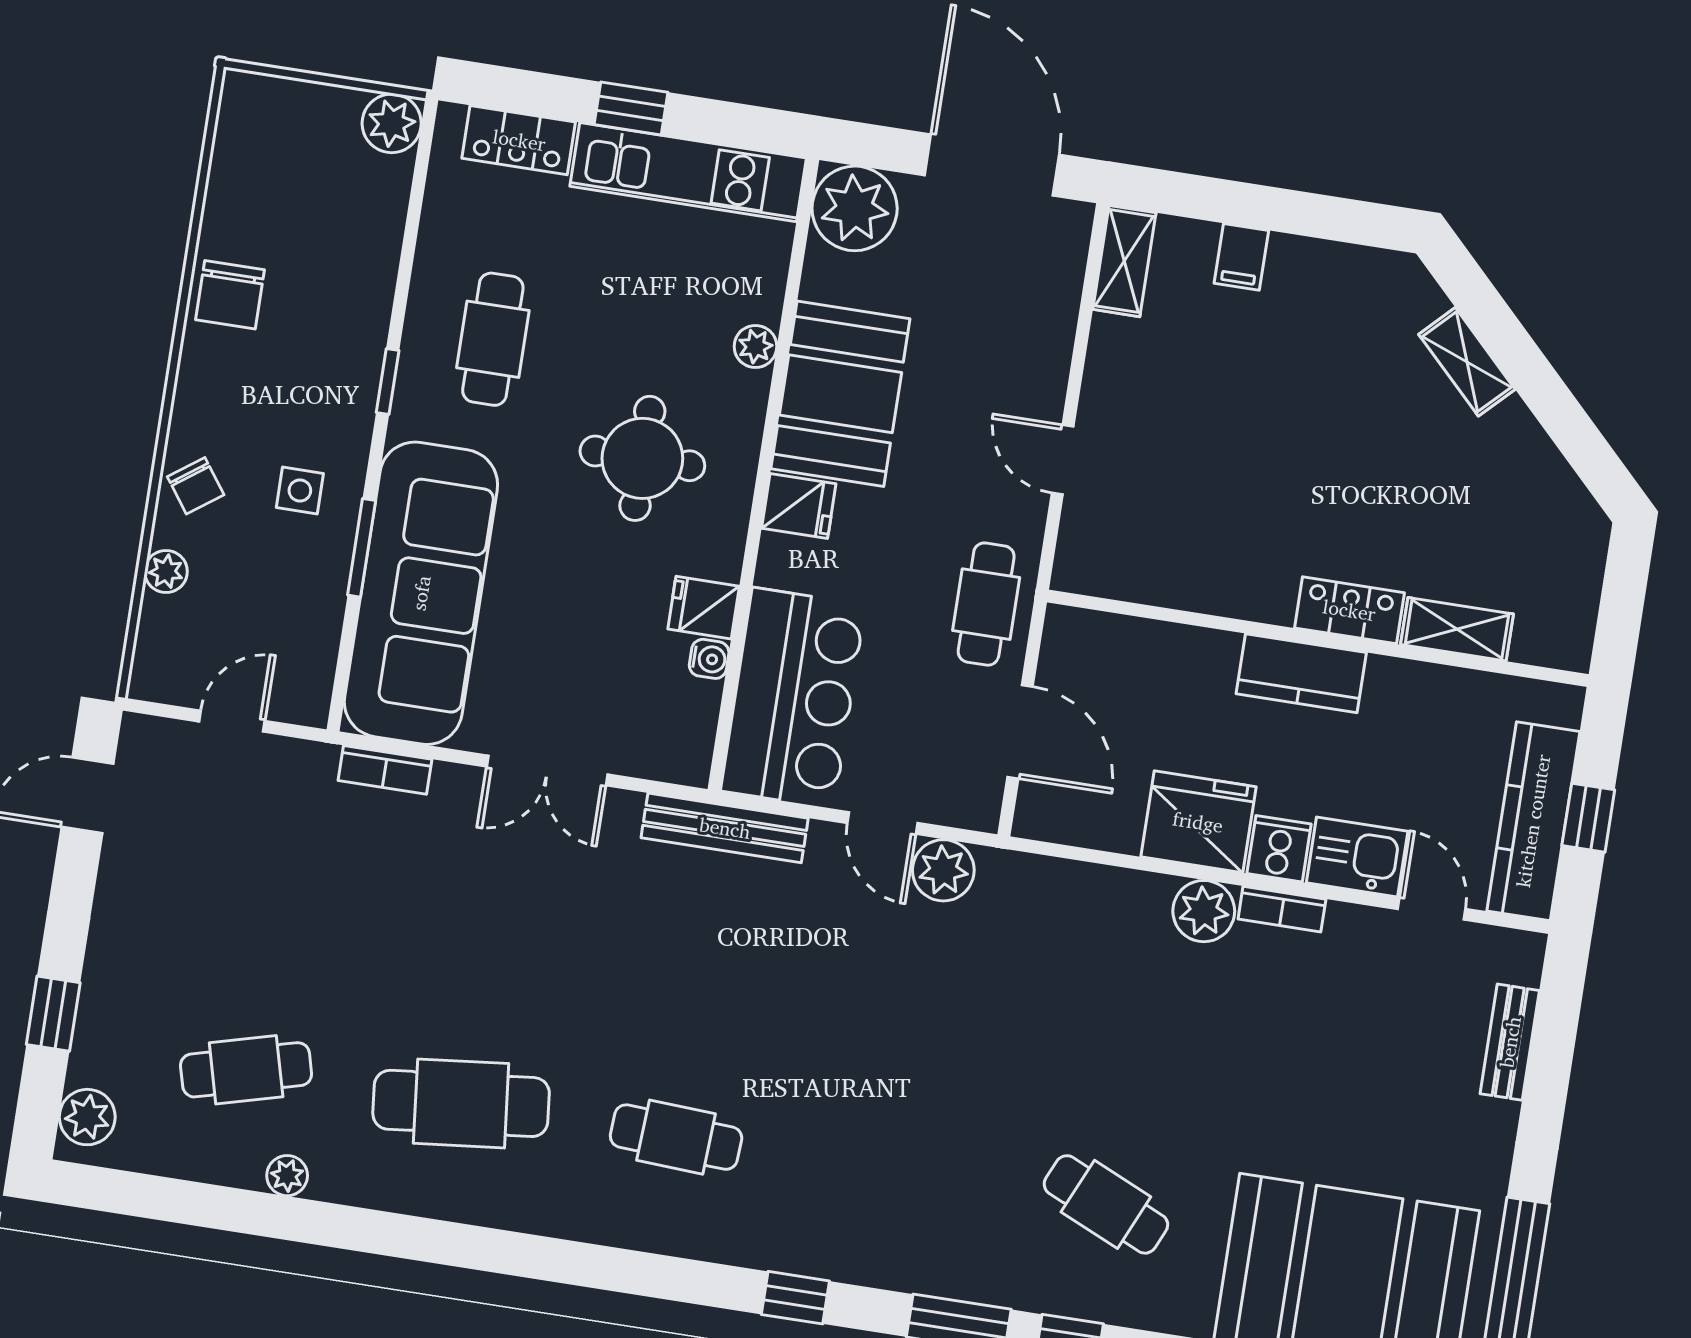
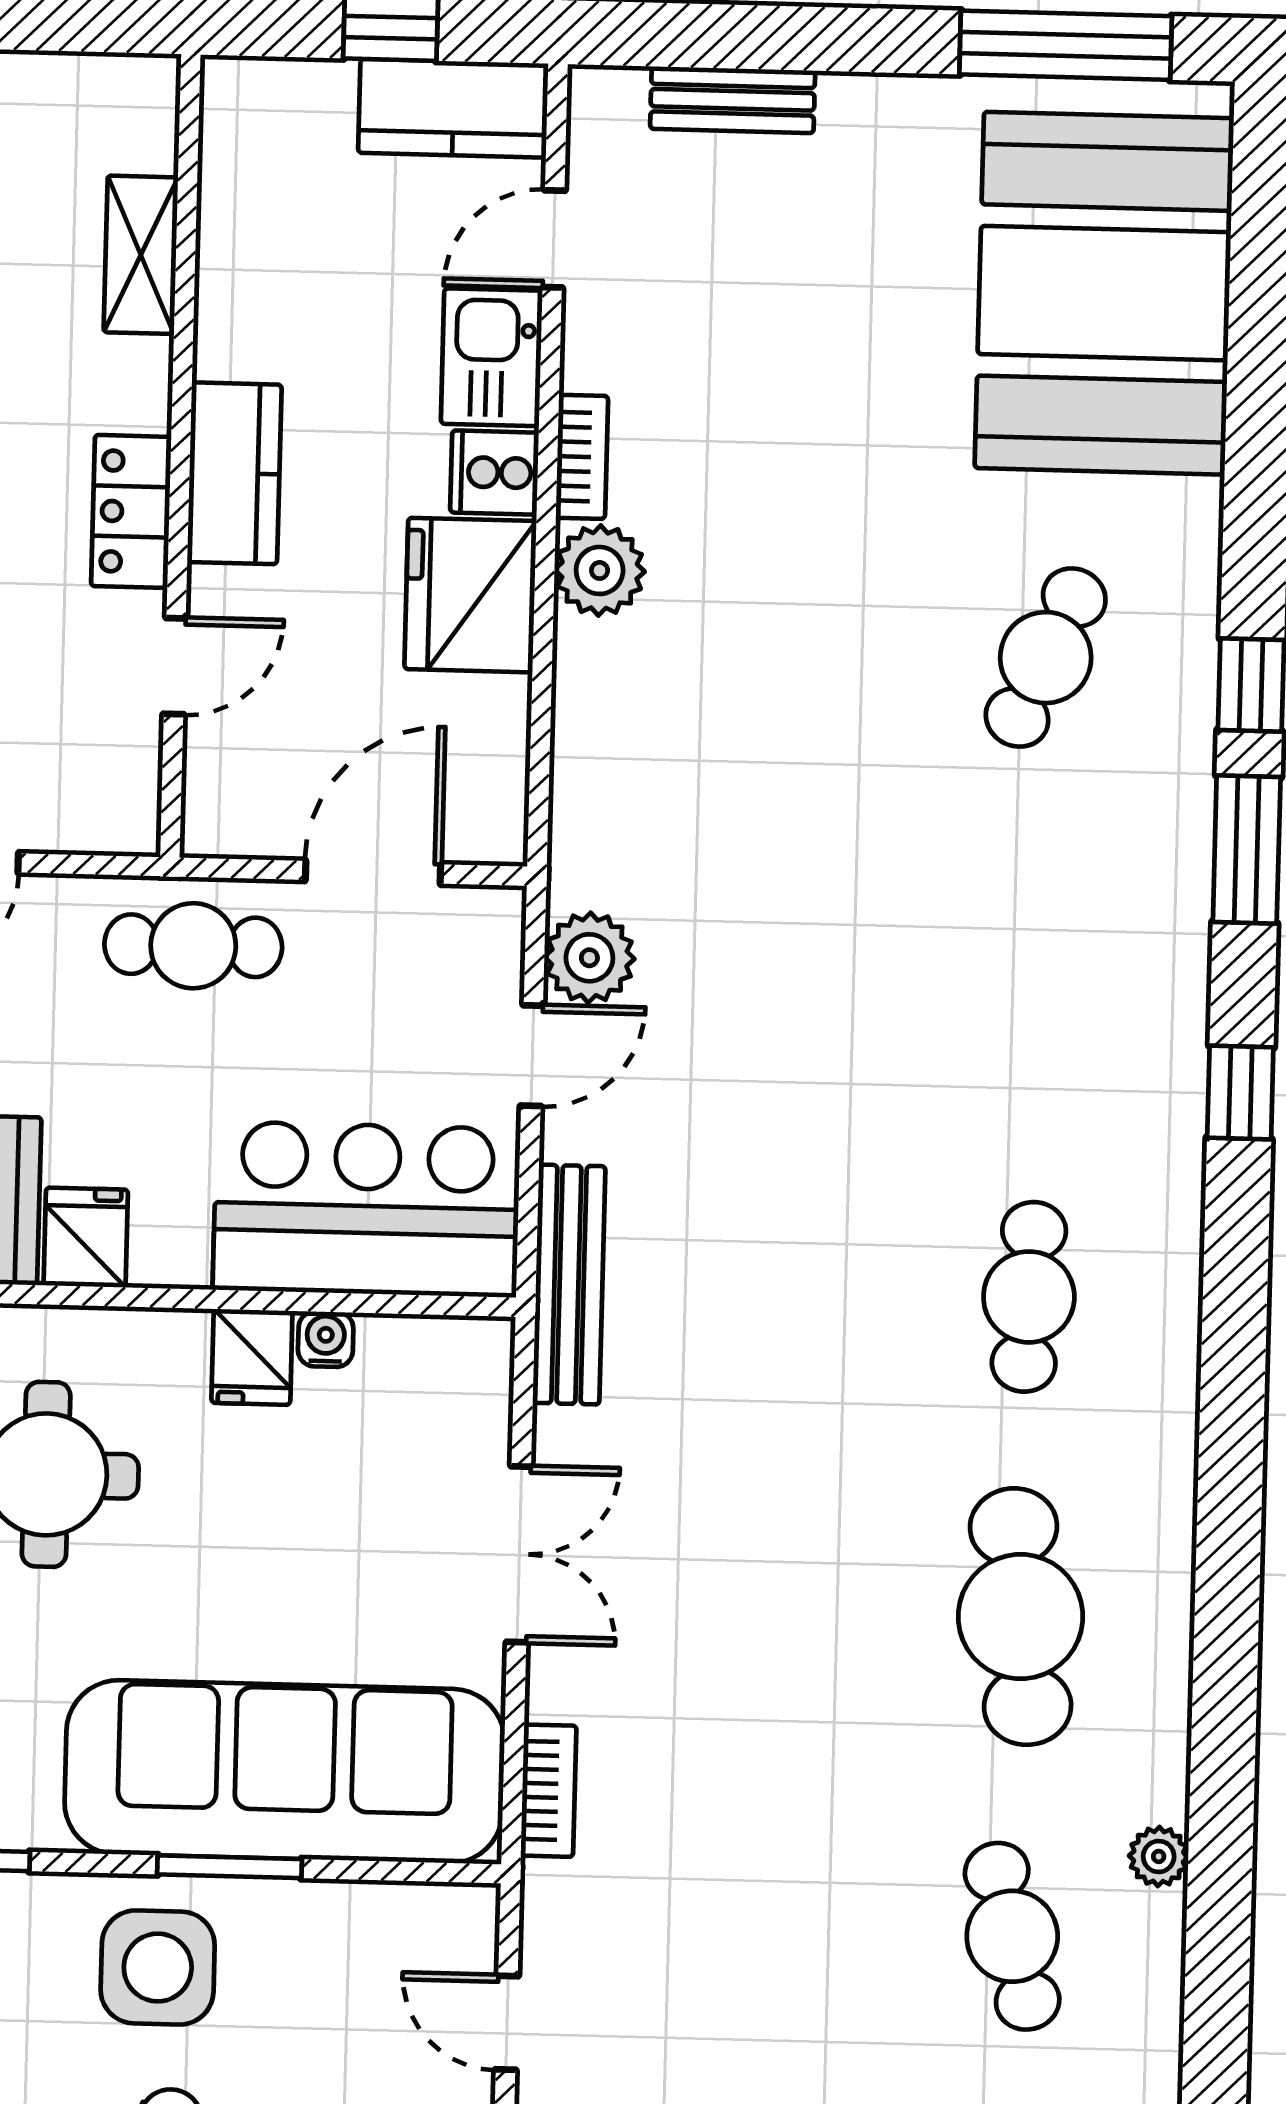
side table: (300, 490) -> (158, 1968), width x1.87, depth x1.87
locker: (1349, 610) -> (131, 511), moved
door: (1176, 616) -> (175, 666), added
kitchen counter: (1533, 821) -> (453, 108), width x0.67

